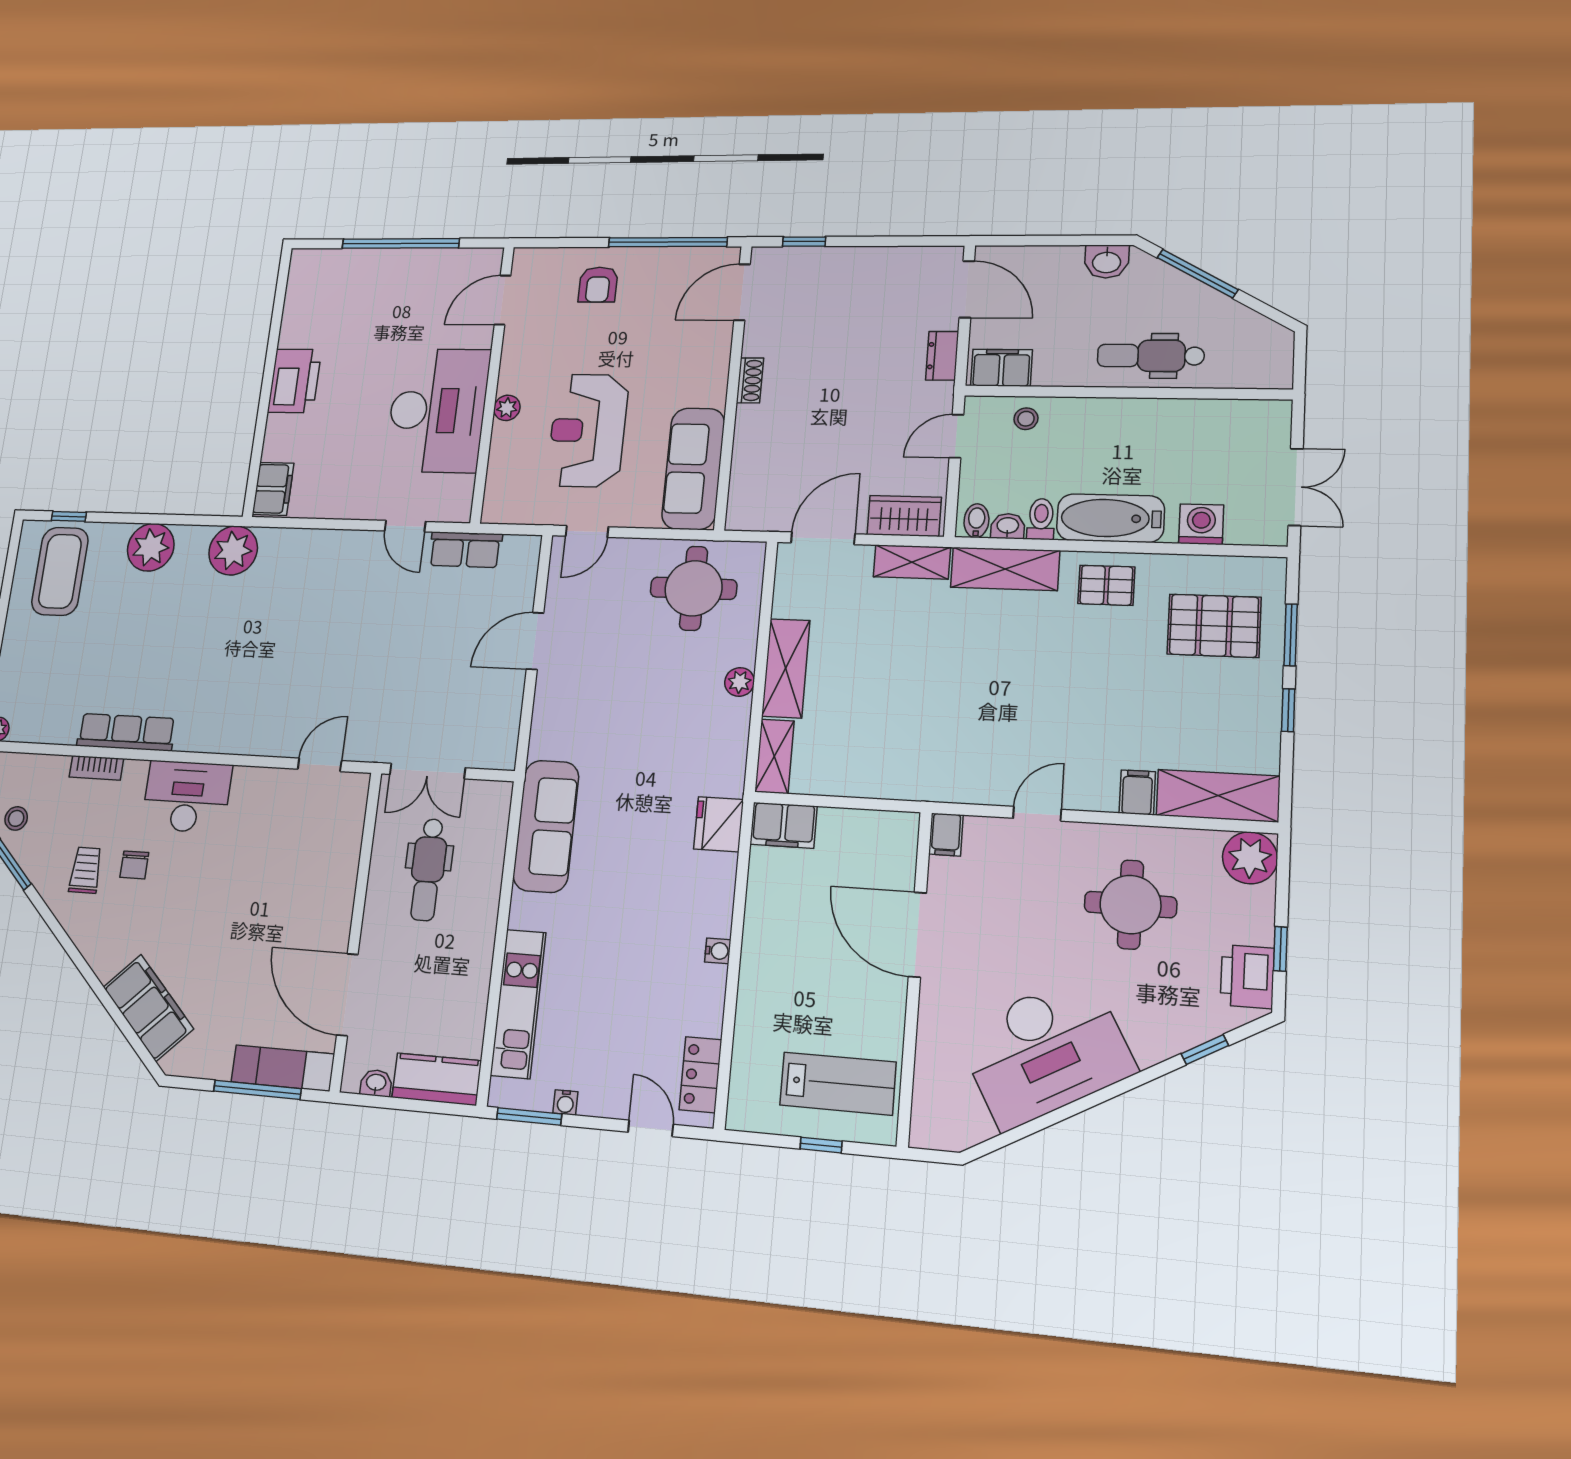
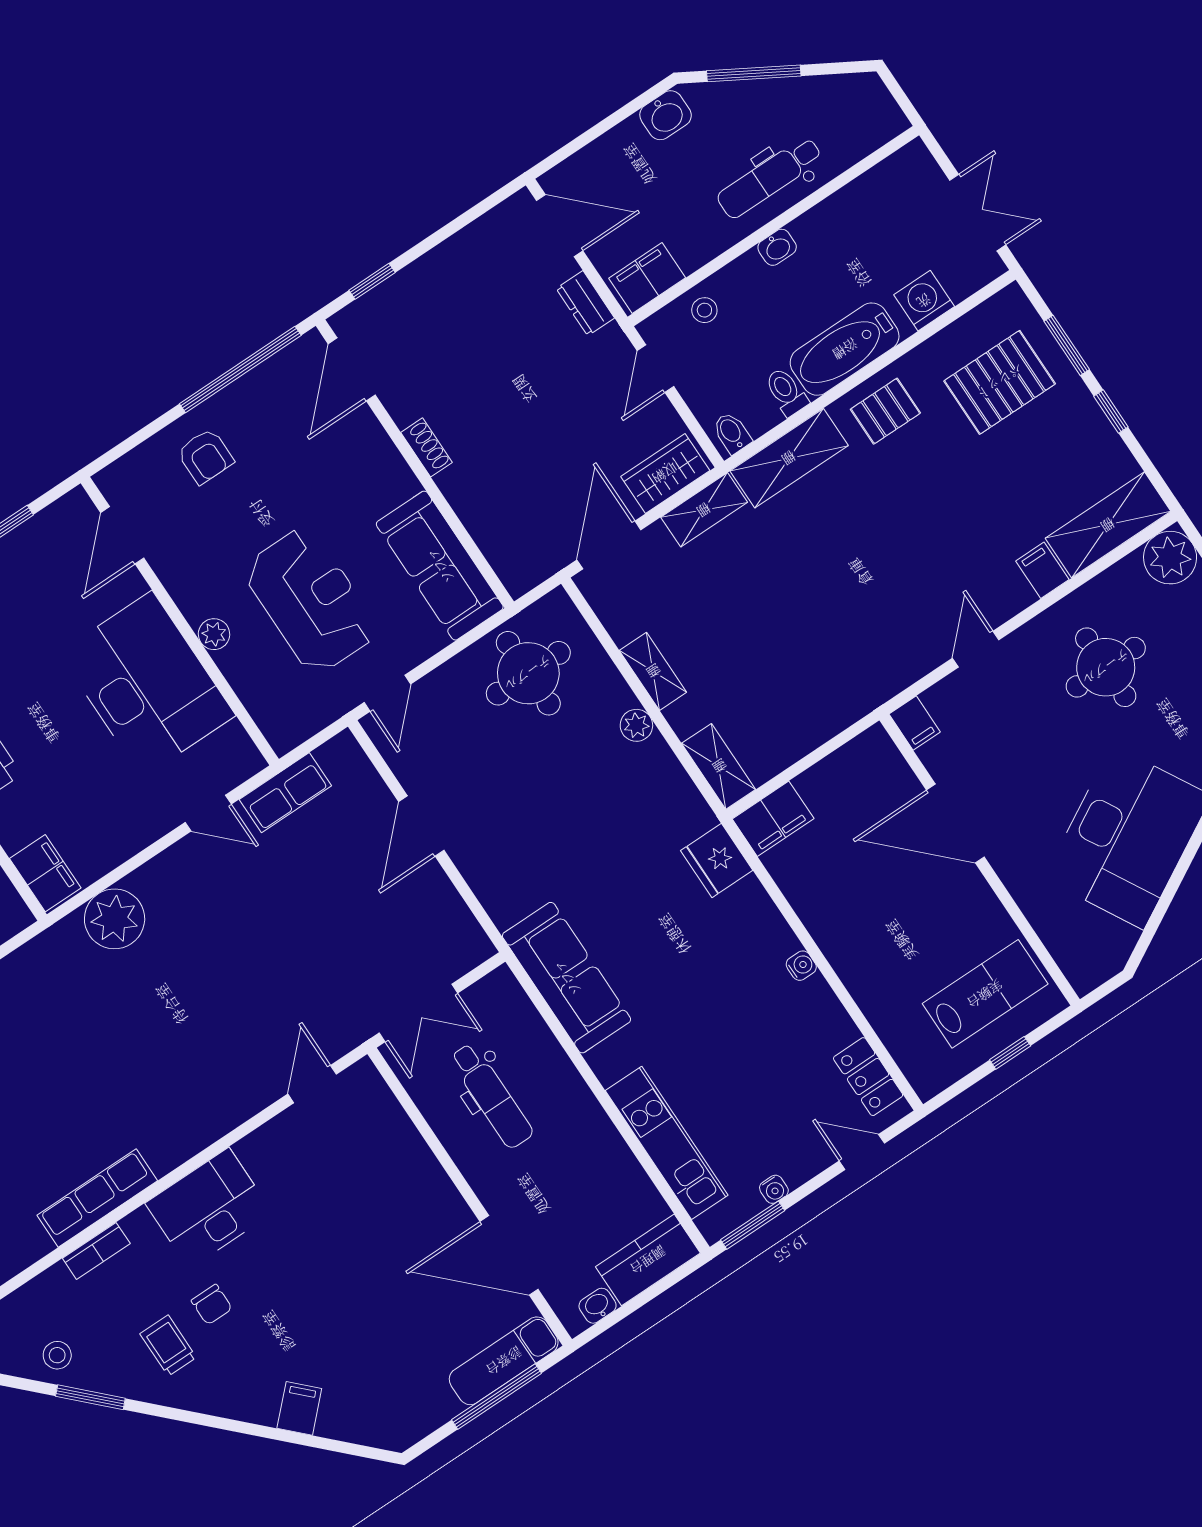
reception desk: (588, 430) -> (311, 600), turned 180
washbasin: (1008, 526) -> (777, 247), moved, turned 180
plant: (233, 550) -> (115, 919), moved
shelving: (786, 668) -> (653, 671), width x0.67, depth x0.75
filing cabinet: (148, 1008) -> (299, 1408), width x0.33, depth x0.86

